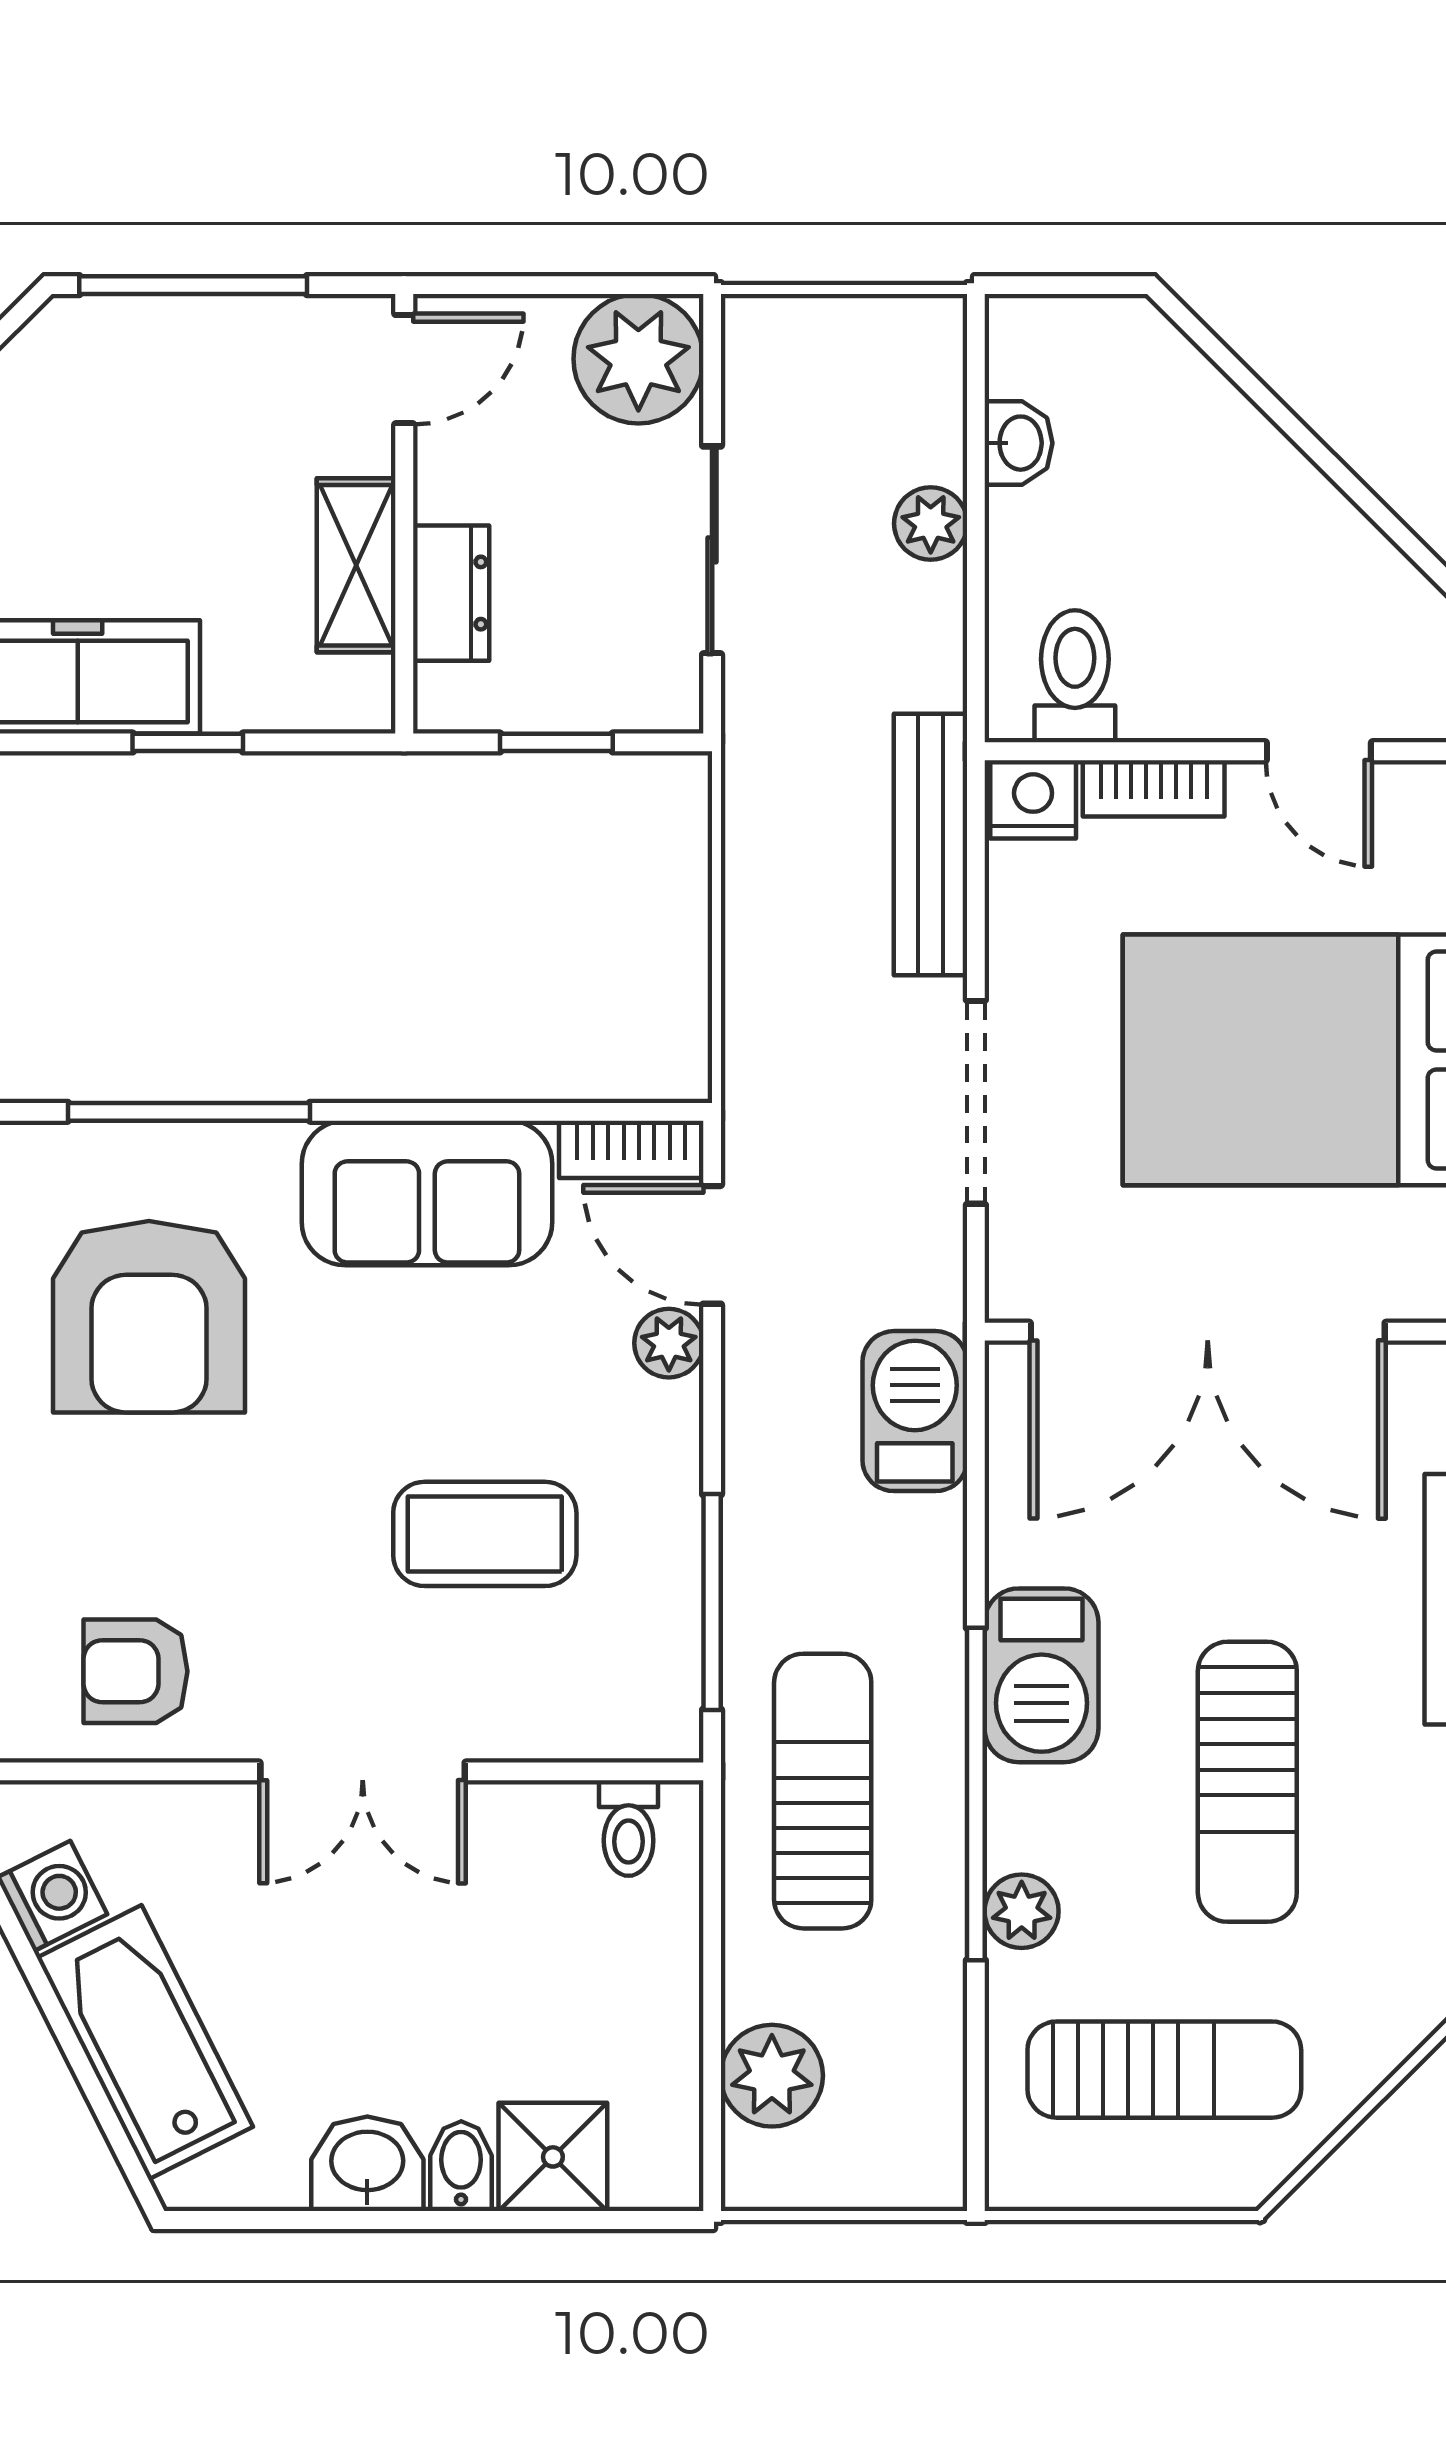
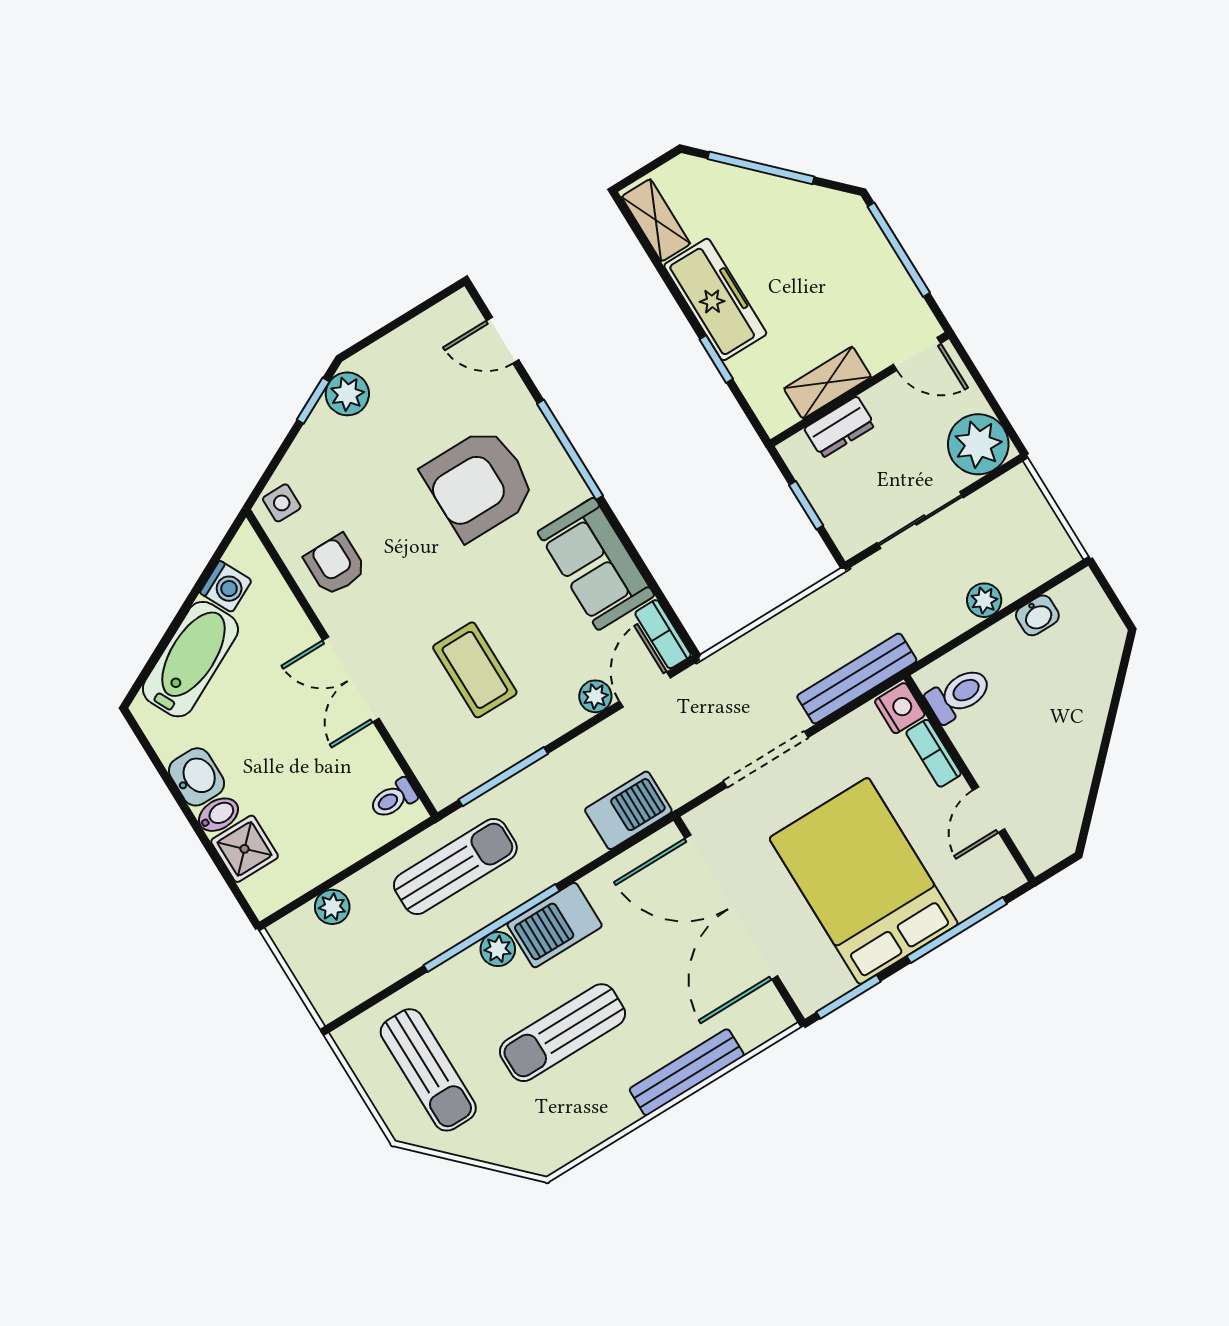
plant: (1022, 1911) -> (498, 949), moved
plant: (772, 2076) -> (332, 907), width x0.73, depth x0.73

